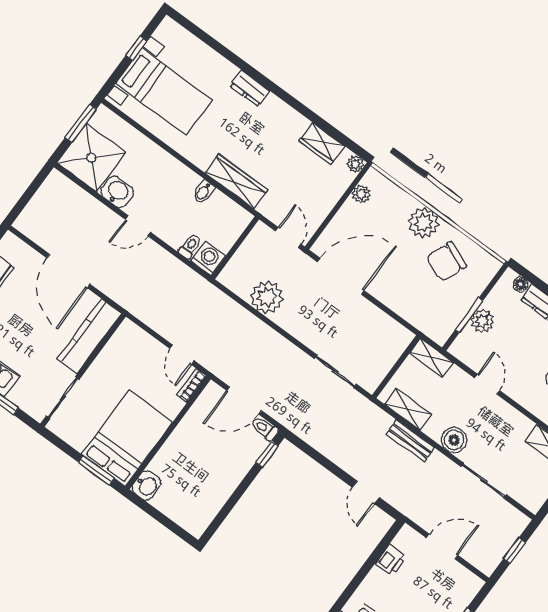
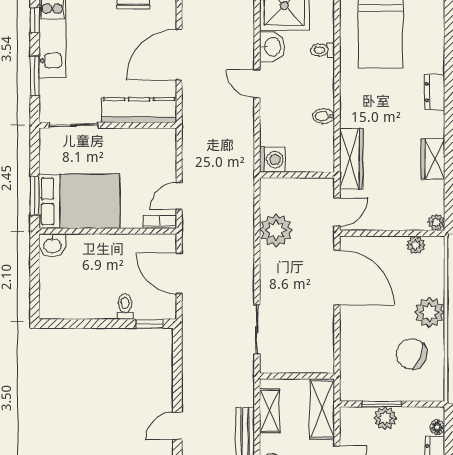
wardrobe: (322, 143) -> (433, 159), moved
wardrobe: (236, 181) -> (351, 159), moved
toilet: (190, 246) -> (323, 50), moved, turned 180
shelving: (431, 358) -> (322, 409), width x1.50, depth x1.33
toilet: (265, 429) -> (125, 307), moved

